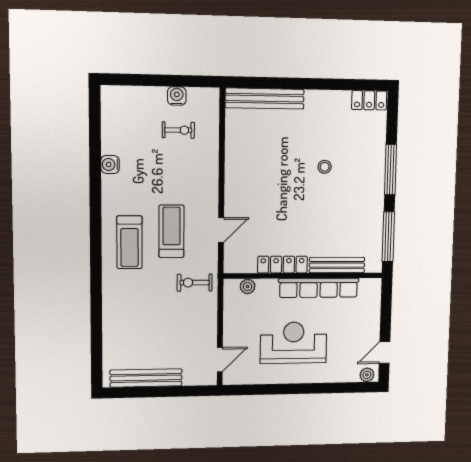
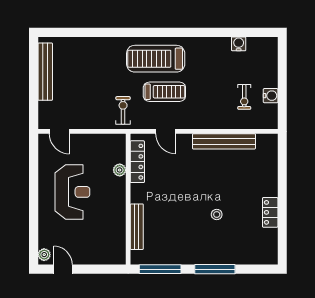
bench: (265, 99) -> (224, 141), moved, turned 90
locker: (369, 100) -> (270, 212), moved
water cooler: (110, 165) -> (239, 44), moved
treadmill: (129, 242) -> (156, 59), width x1.37, depth x1.38
locker: (282, 265) -> (137, 162), moved
plant: (248, 286) -> (120, 170), moved
row of seats: (319, 288) -> (118, 212), removed

